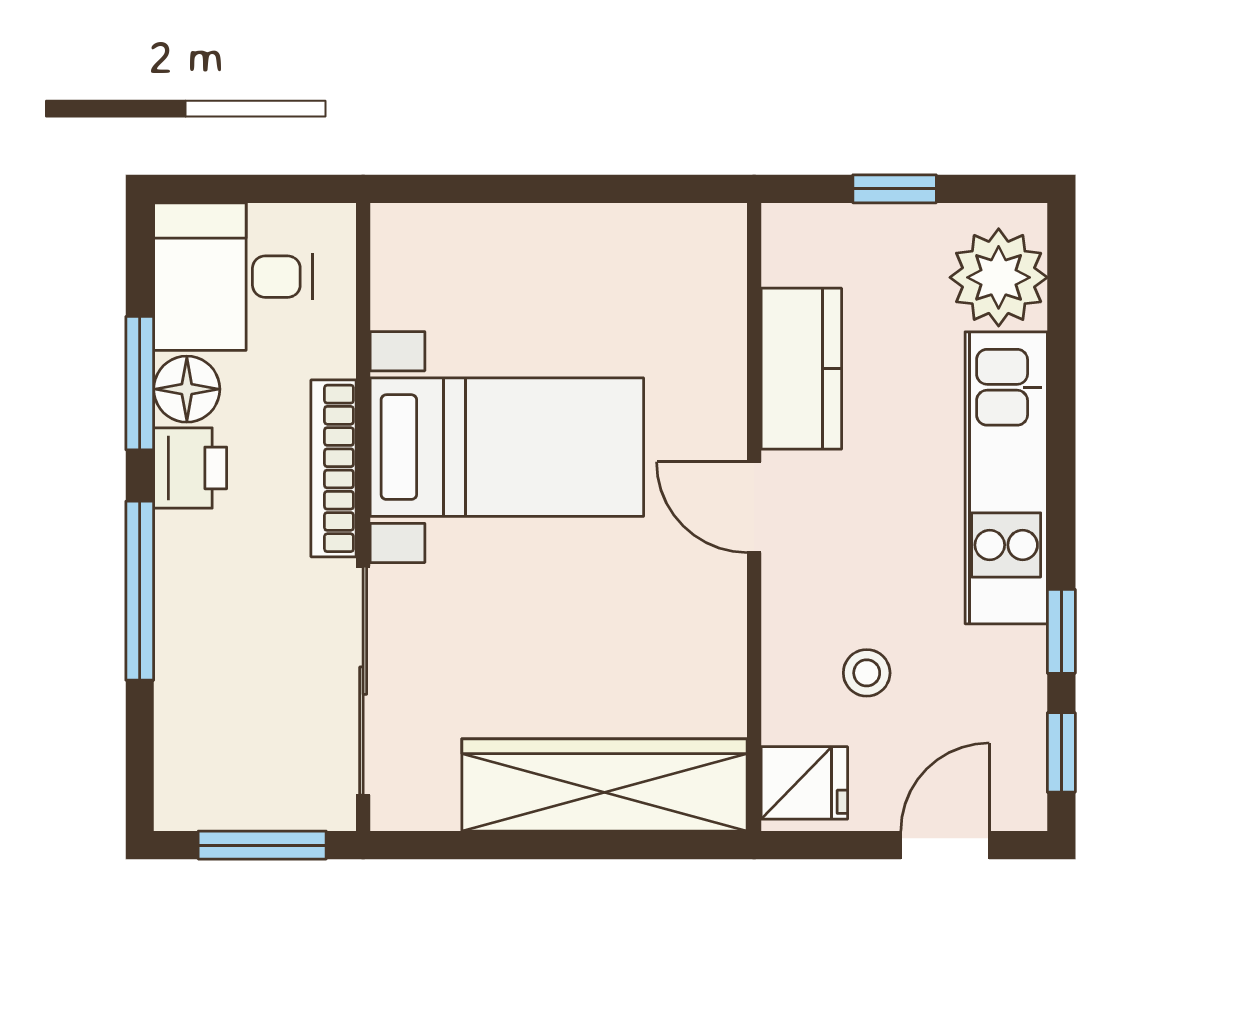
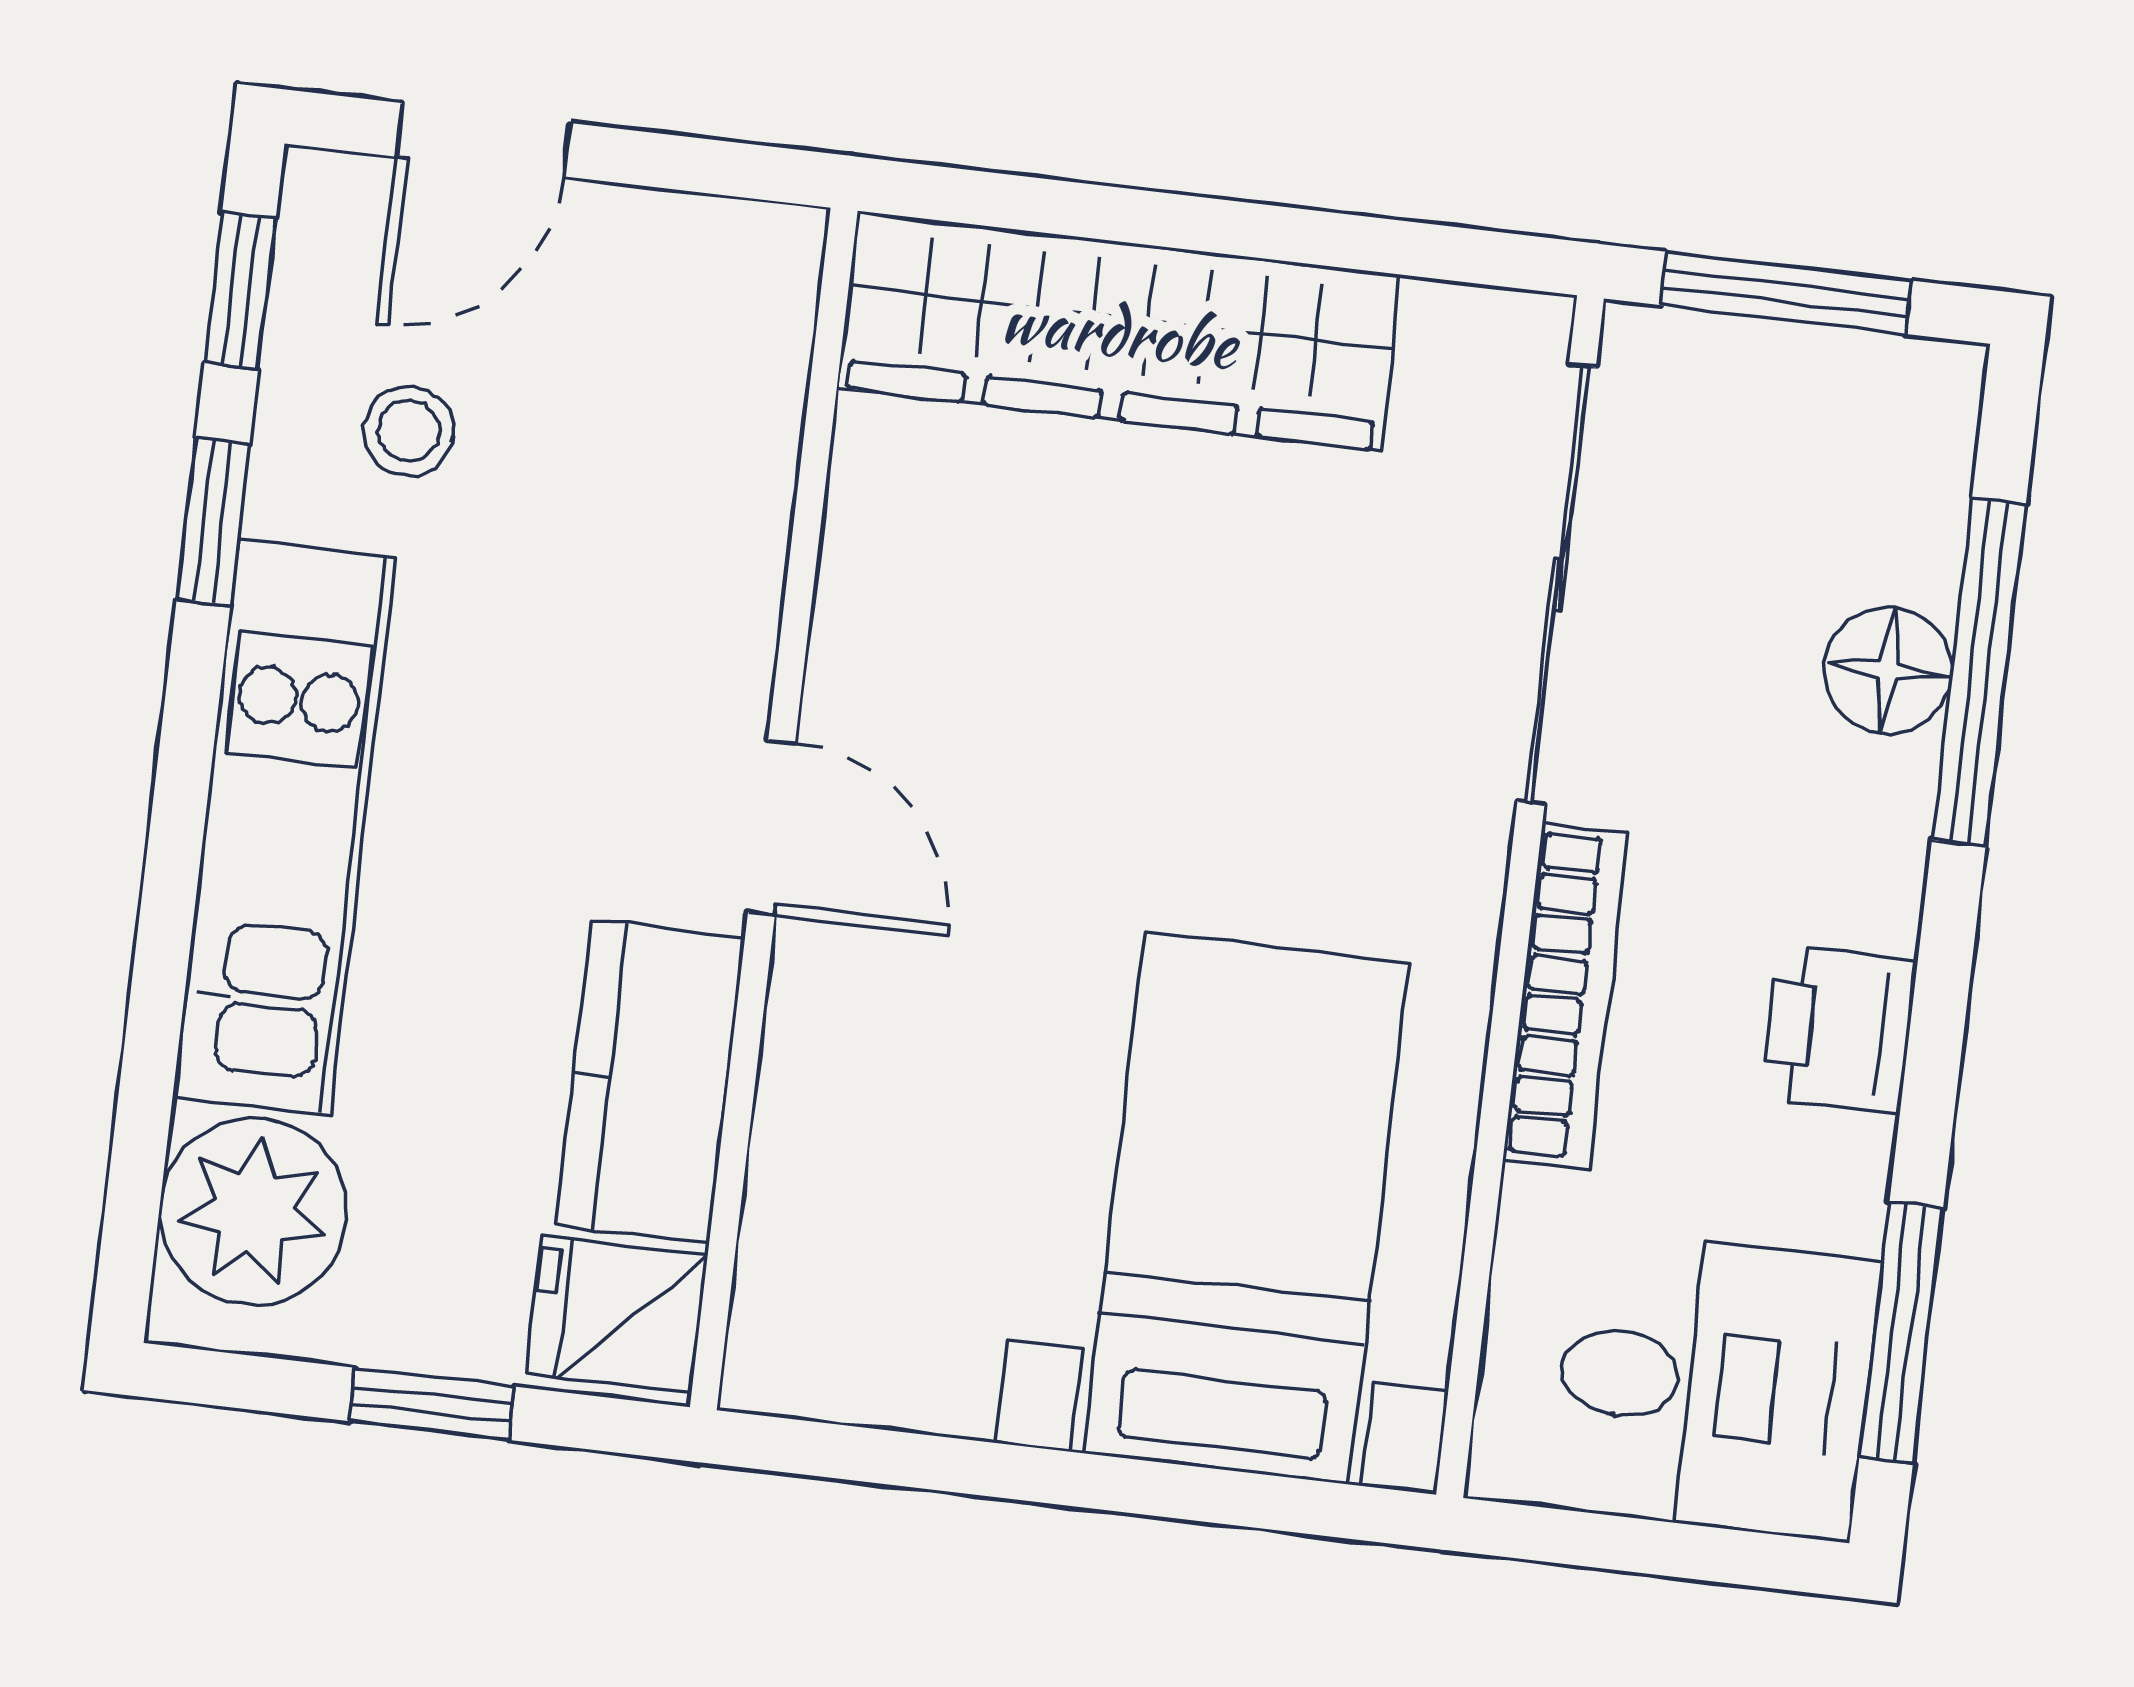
window: (140, 383) -> (1901, 1332), moved
floor lamp: (187, 389) -> (1888, 671), moved
bed with nightstands: (507, 447) -> (1246, 1208), moved, turned 90
window: (140, 591) -> (1979, 672), moved
stool: (867, 673) -> (409, 431), moved
fridge: (804, 783) -> (617, 1314), moved

